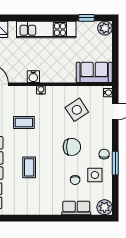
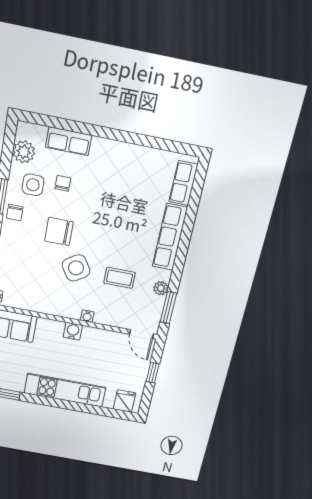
water cooler: (33, 77) -> (73, 331), moved
side table: (77, 110) -> (76, 268), moved
coffee table: (29, 167) -> (125, 214), removed
plant: (104, 207) -> (24, 152), moved

